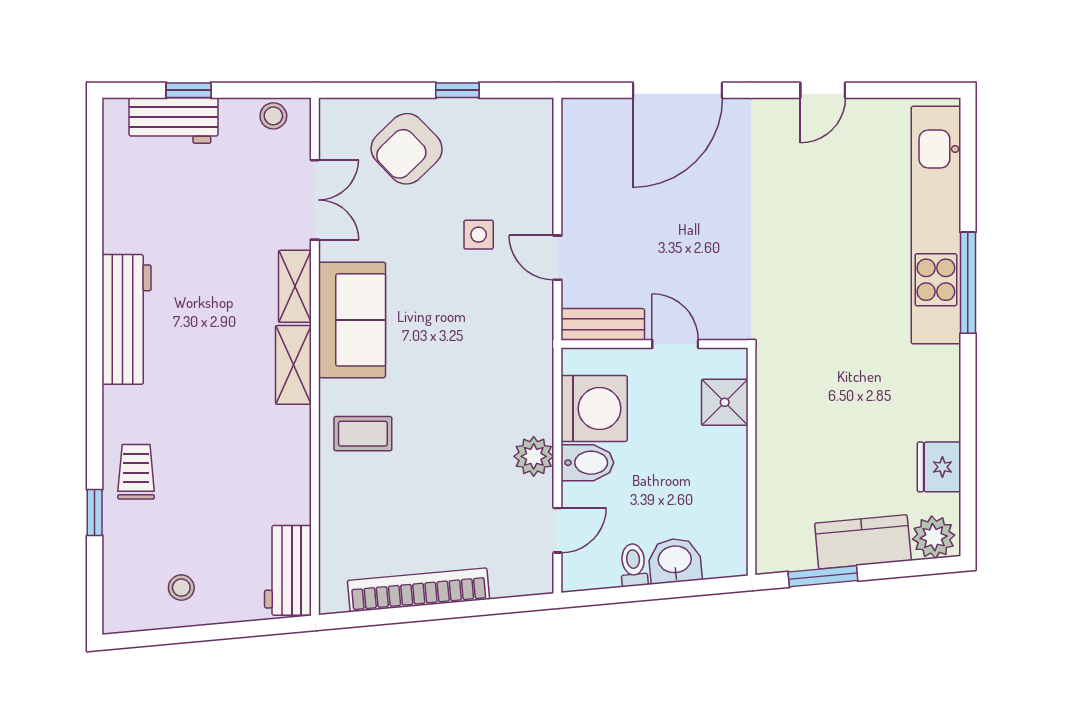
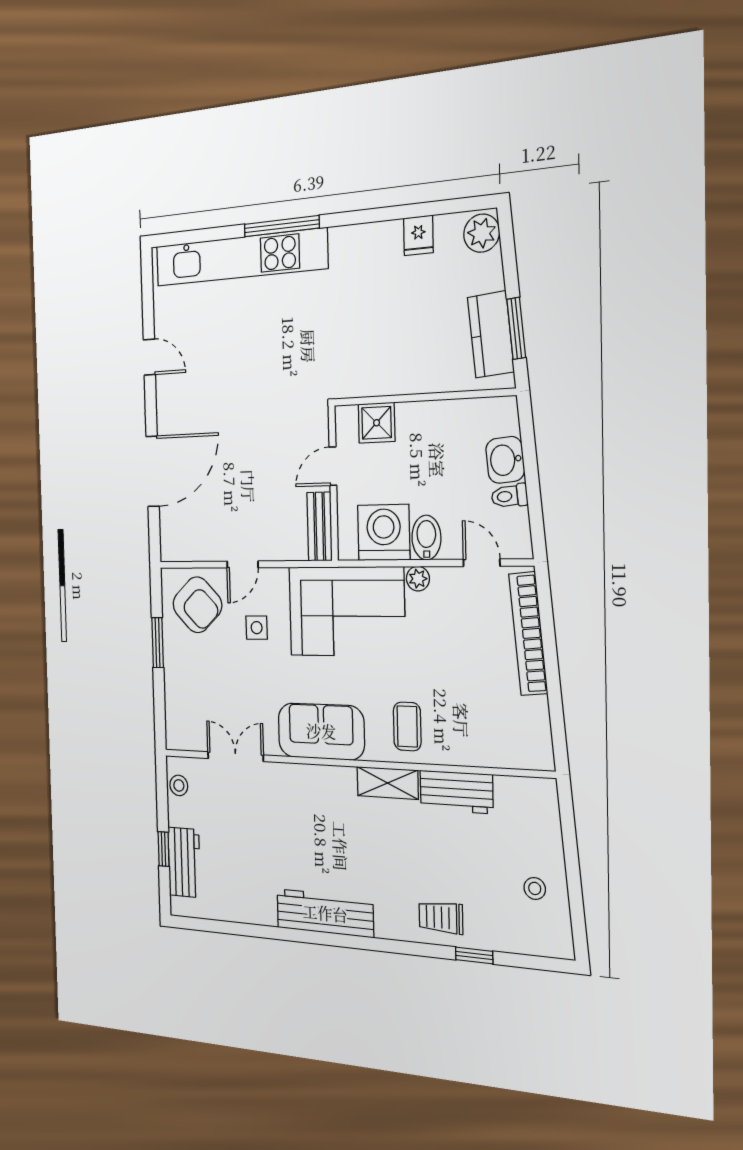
window: (457, 90) -> (158, 643), width x1.50
door: (678, 90) -> (153, 471), hinge flipped
armchair: (407, 149) -> (197, 605), moved
door: (557, 258) -> (243, 564), moved
shelving: (295, 286) -> (297, 776), removed
corner sofa: (500, 358) -> (346, 611), added
shelving: (293, 365) -> (388, 783), moved
plant: (534, 456) -> (418, 579), width x0.73, depth x0.73
fridge: (939, 467) -> (418, 235), width x0.72
kitchen counter: (863, 542) -> (491, 334), moved
workbench: (288, 570) -> (456, 792), moved
bookcase: (418, 590) -> (528, 634), moved

